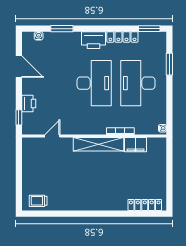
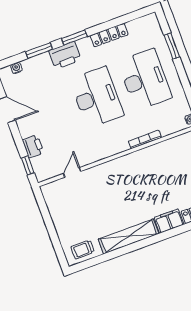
window: (149, 29) -> (74, 37), moved
printer: (94, 40) -> (65, 55), moved
desk: (138, 83) -> (145, 80), turned 180
shelving: (99, 144) -> (129, 236), moved
filing cabinet: (135, 145) -> (169, 221), moved, turned 180

